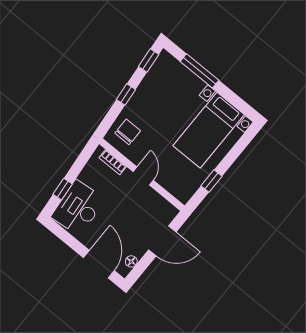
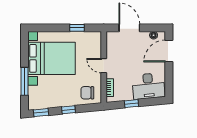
bed with nightstands: (209, 130) -> (52, 58), width x1.36
door: (143, 176) -> (104, 66), hinge flipped
window: (63, 189) -> (131, 104), moved

